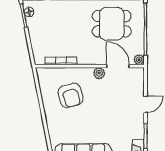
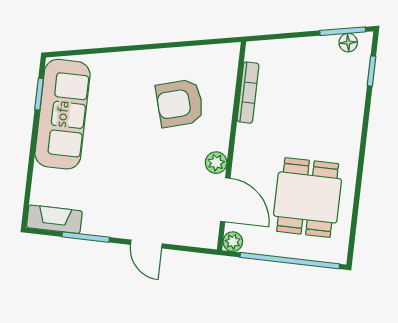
door: (118, 66) -> (225, 200), hinge flipped

